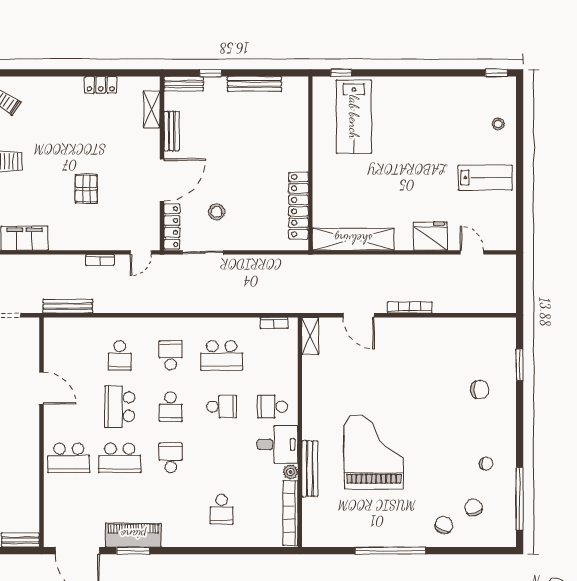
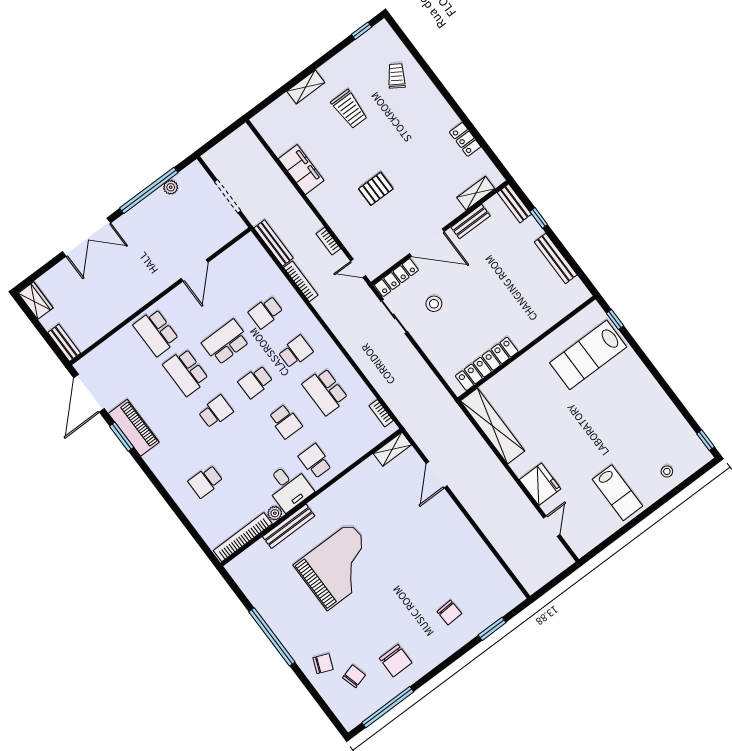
bookcase: (410, 308) -> (301, 281), moved
chair: (486, 464) -> (396, 661), width x1.87, depth x1.87

